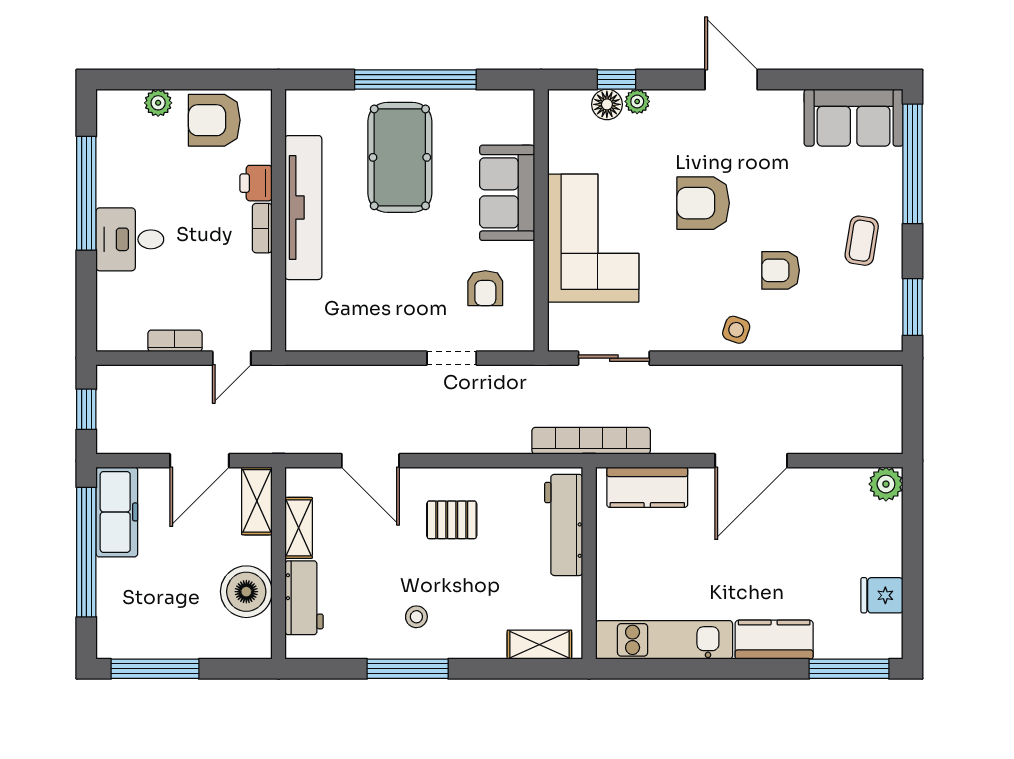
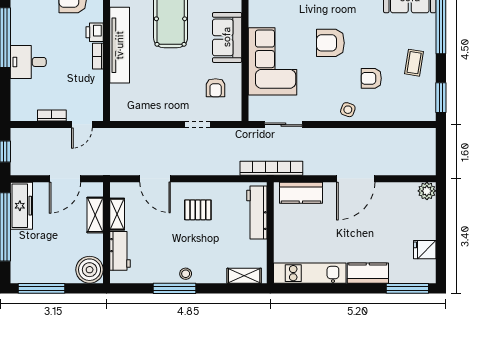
shelving: (257, 501) -> (95, 215), moved
boiler: (246, 592) -> (90, 270), moved
stool: (416, 617) -> (186, 274), moved

